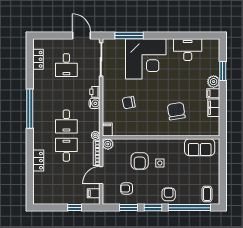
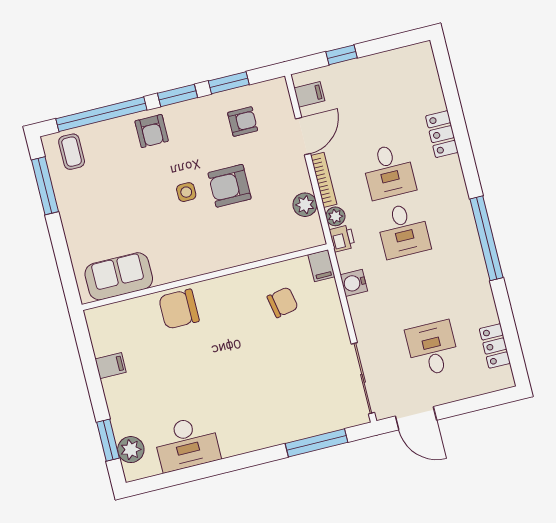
corner desk: (146, 59) -> (269, 403), removed
window: (223, 71) -> (108, 440), moved
plant: (214, 82) -> (131, 450), moved
printer: (95, 92) -> (342, 238), moved
filing cabinet: (214, 108) -> (102, 336), removed
chair: (176, 111) -> (179, 309), turned 99
desk: (66, 122) -> (403, 230), turned 180
filing cabinet: (107, 129) -> (321, 266), moved
wall: (161, 137) -> (205, 277), moved
sofa: (200, 147) -> (119, 276), moved
armchair: (140, 161) -> (230, 186), turned -90
window: (223, 182) -> (45, 186), added

